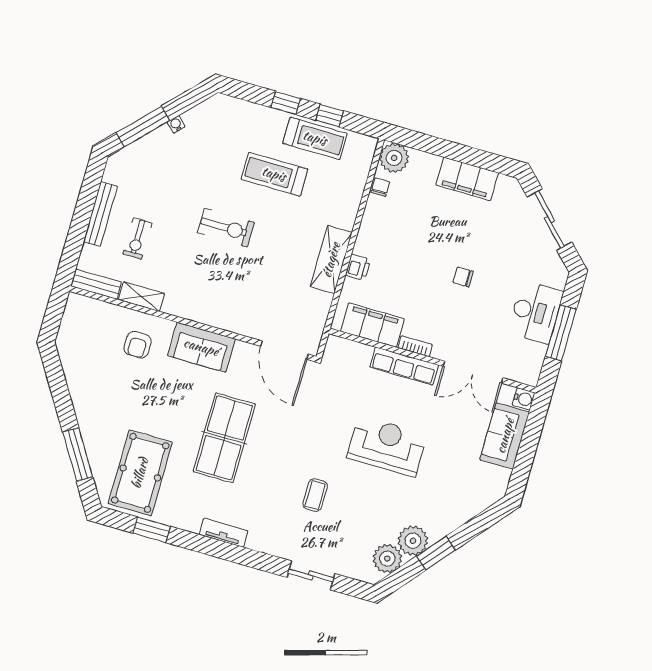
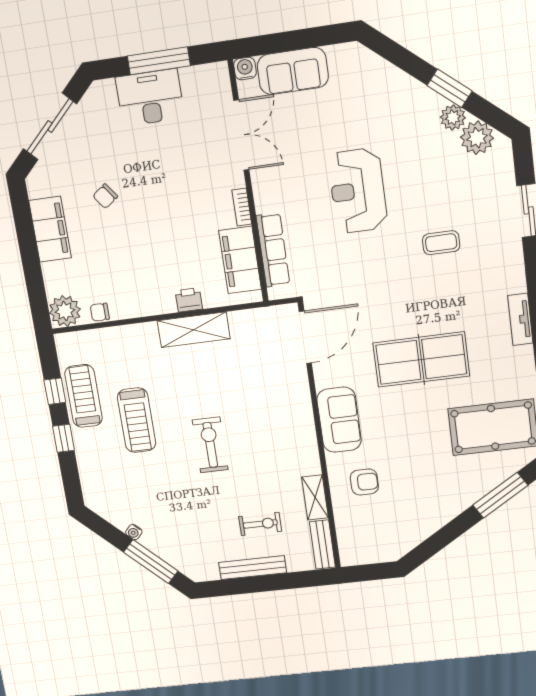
chair: (463, 277) -> (105, 196), moved, turned 54
row of seats: (404, 366) -> (273, 250), moved
plant: (413, 541) -> (453, 117), width x0.73, depth x0.73

